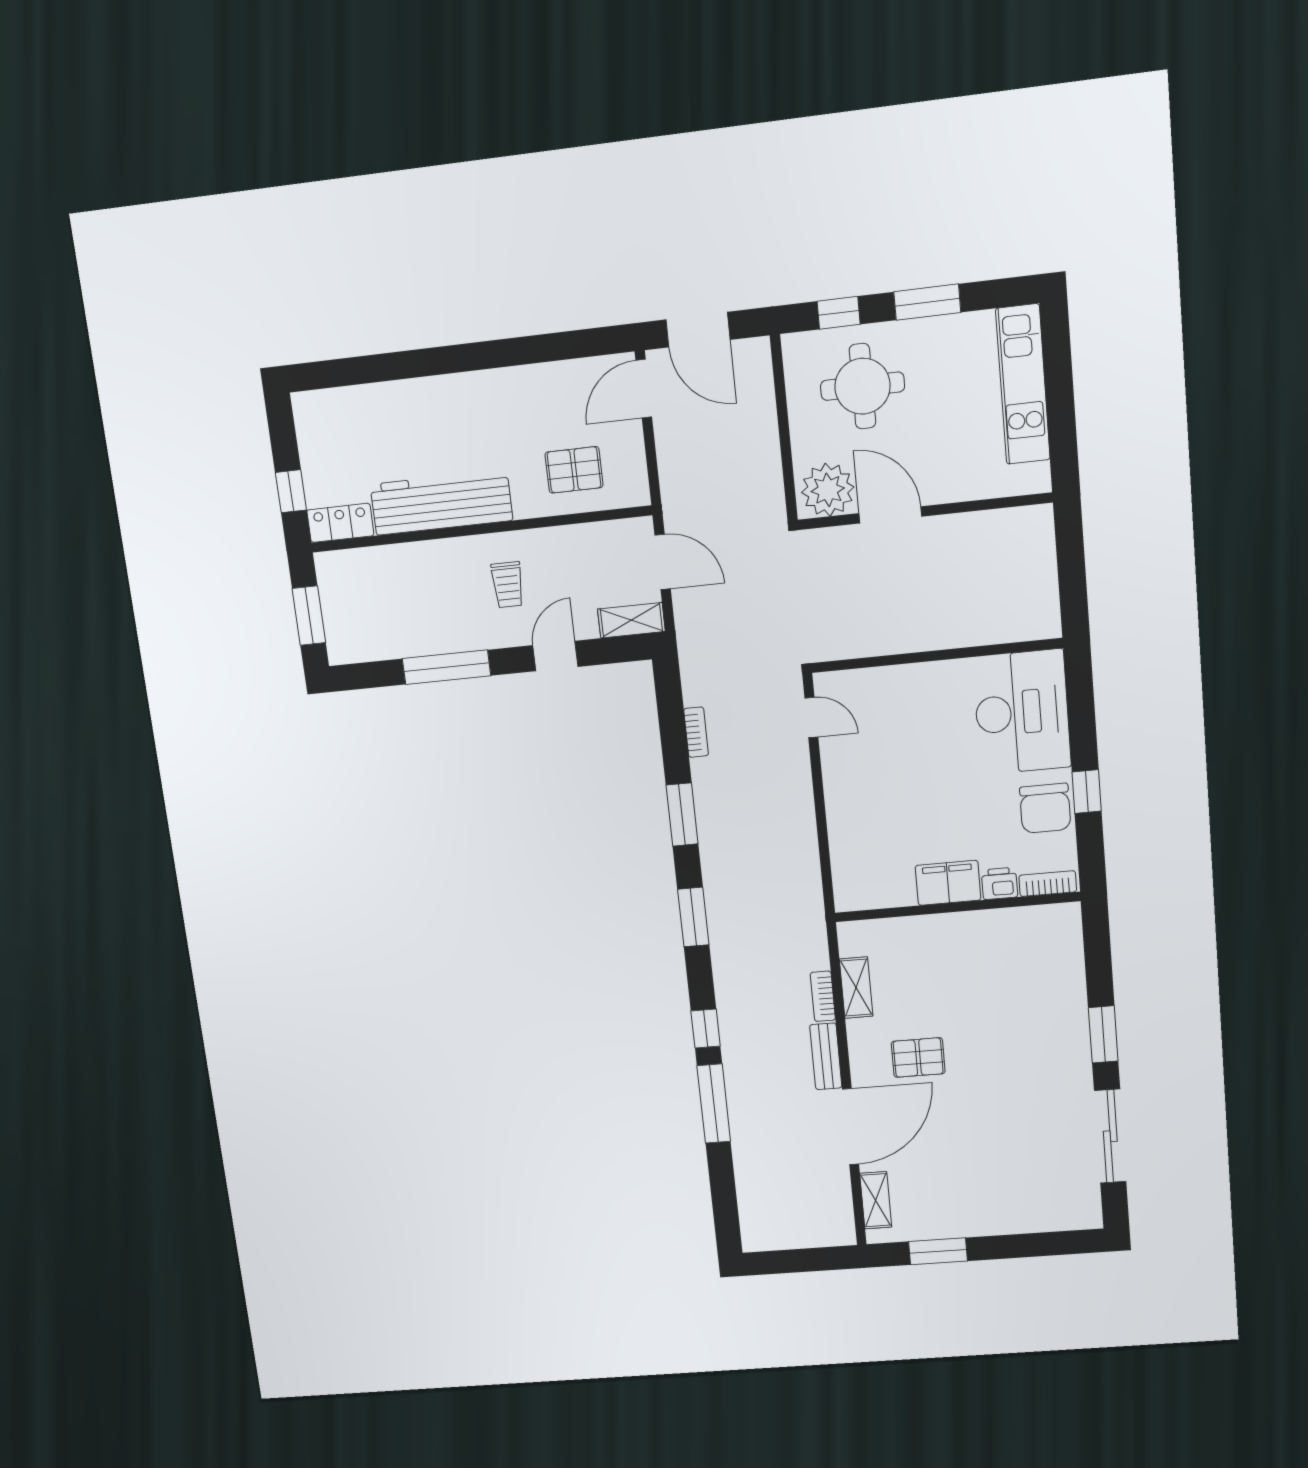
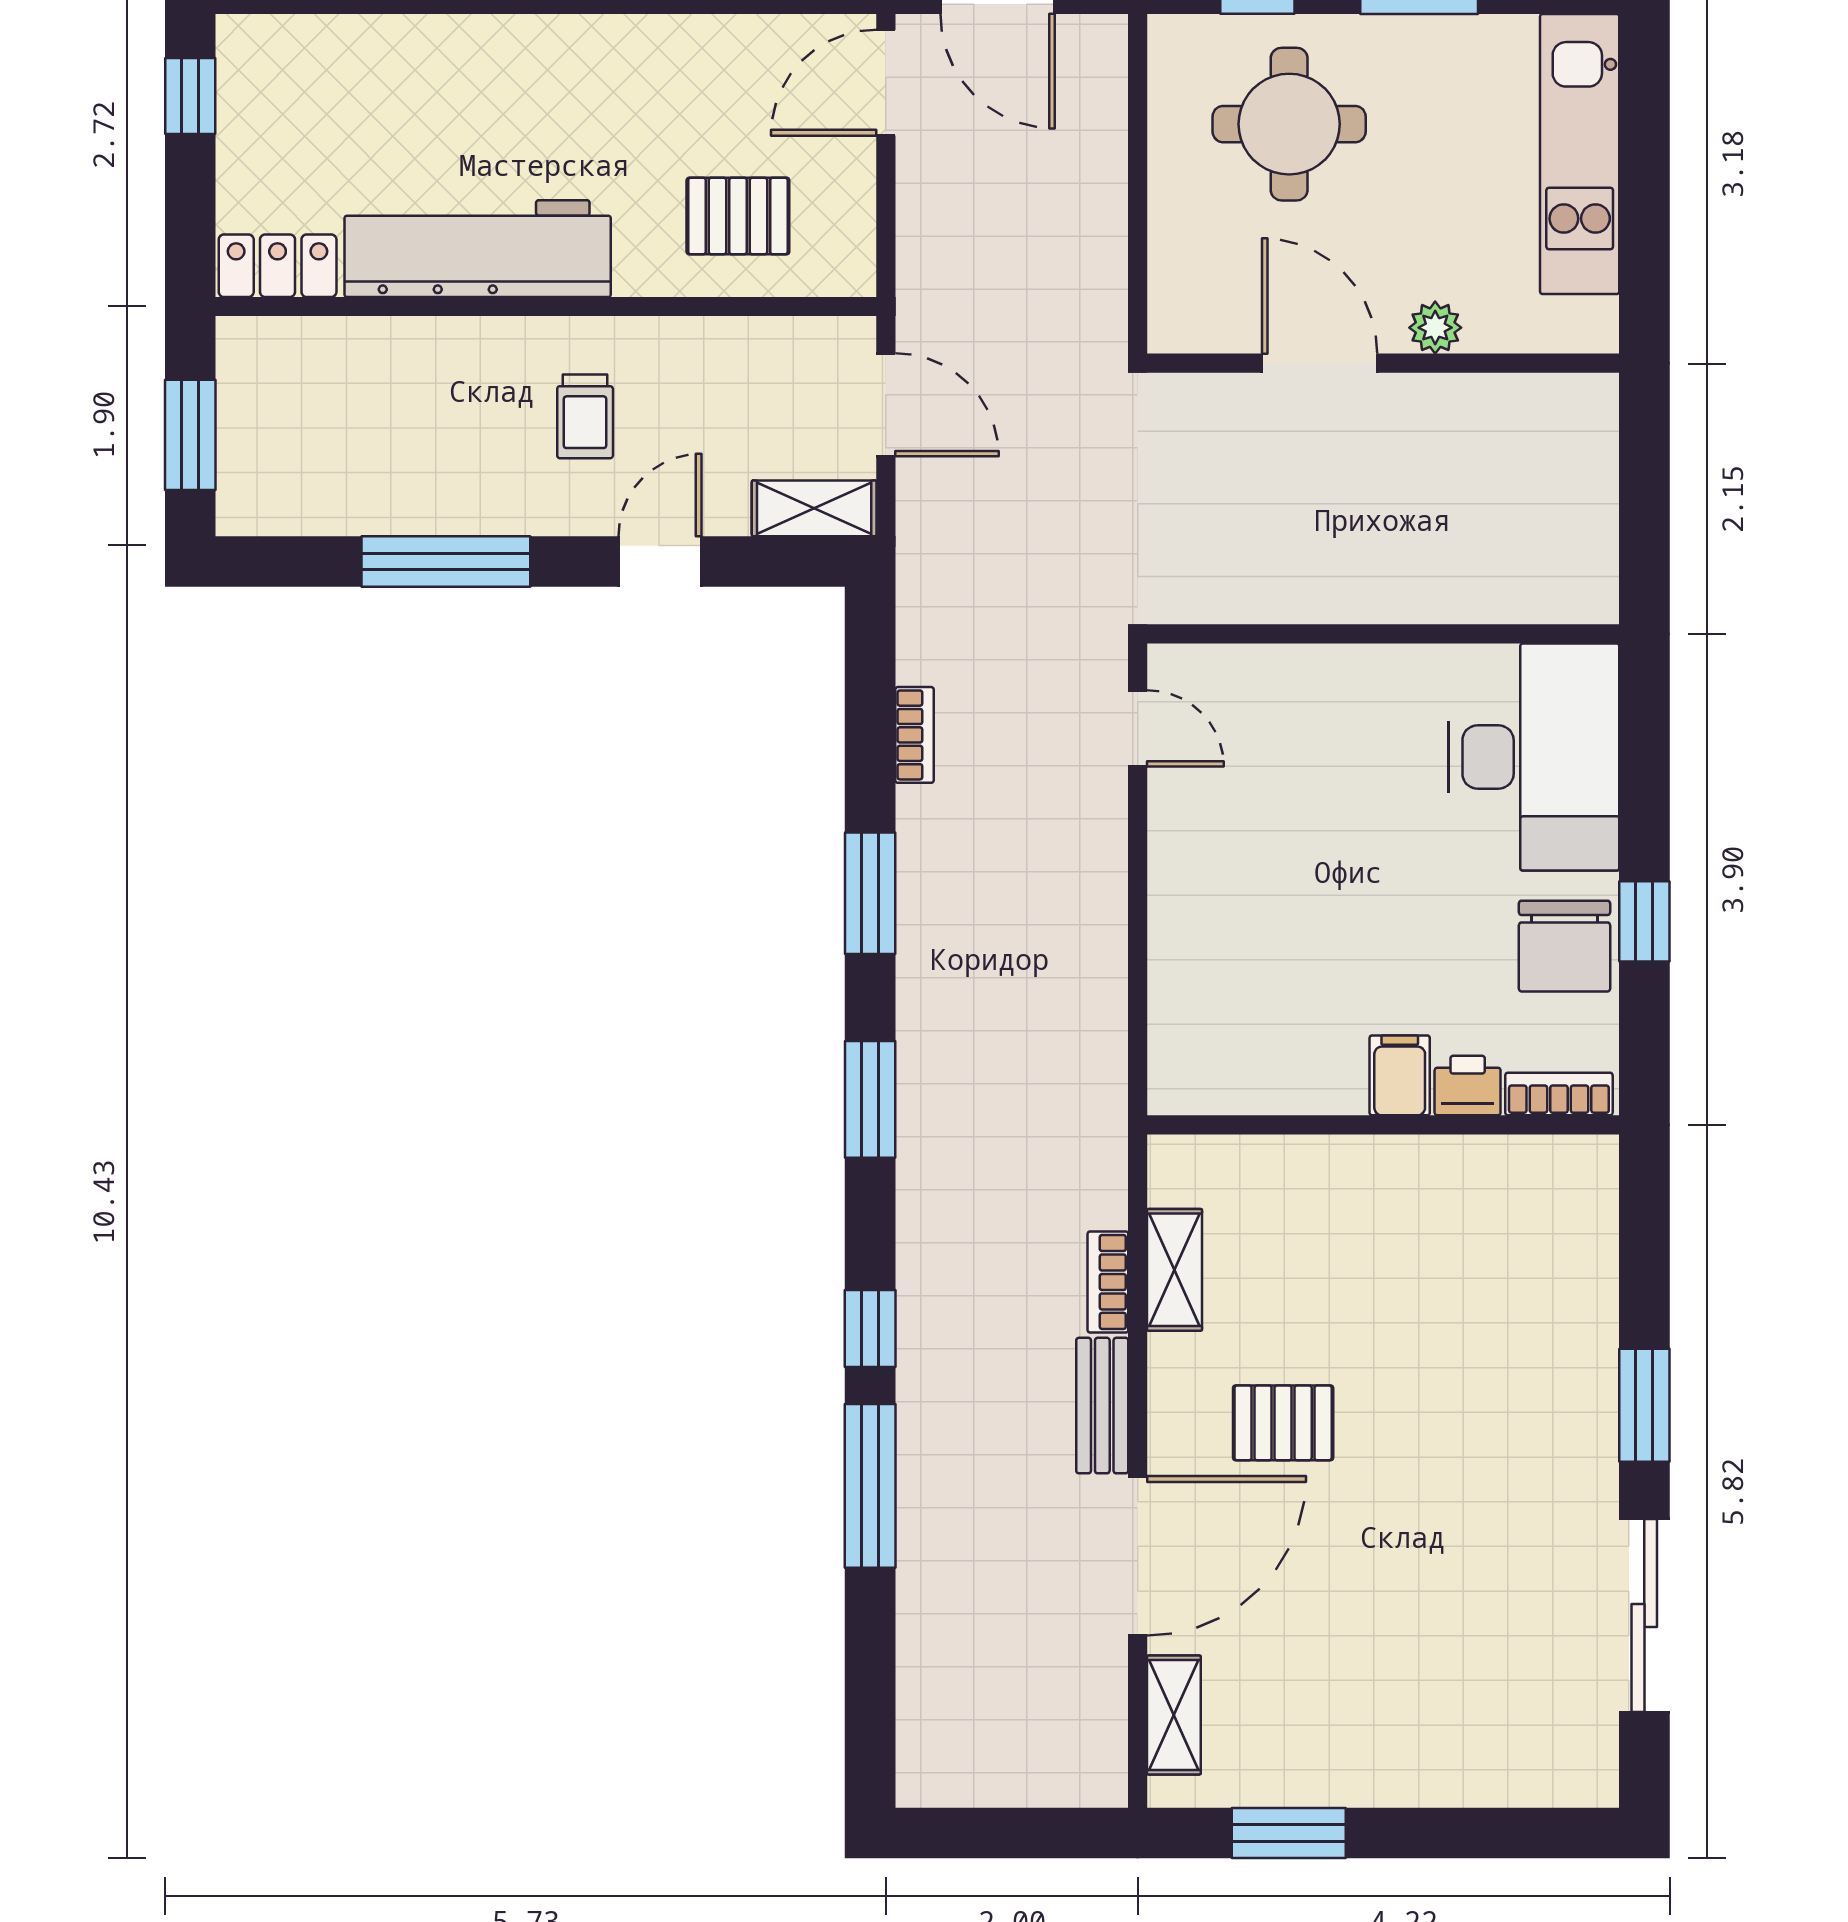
plant: (828, 490) -> (1435, 328), moved, width x0.53, depth x0.53
window: (291, 491) -> (190, 96), moved
filing cabinet: (948, 883) -> (1400, 1075), width x0.50

